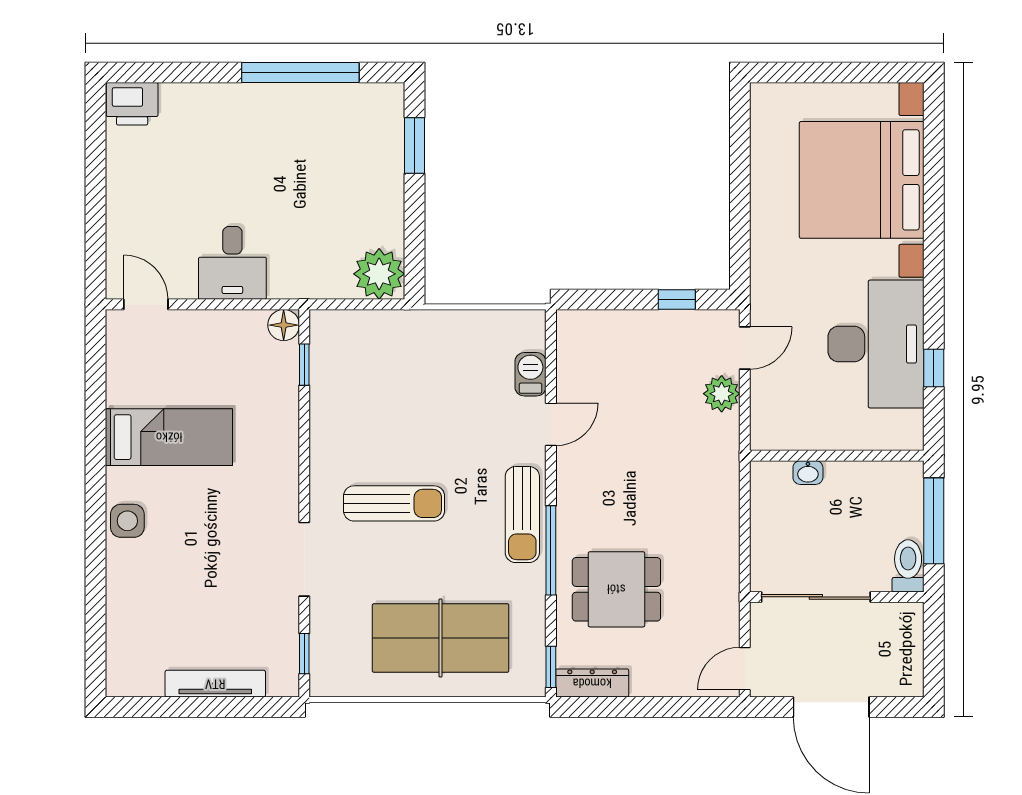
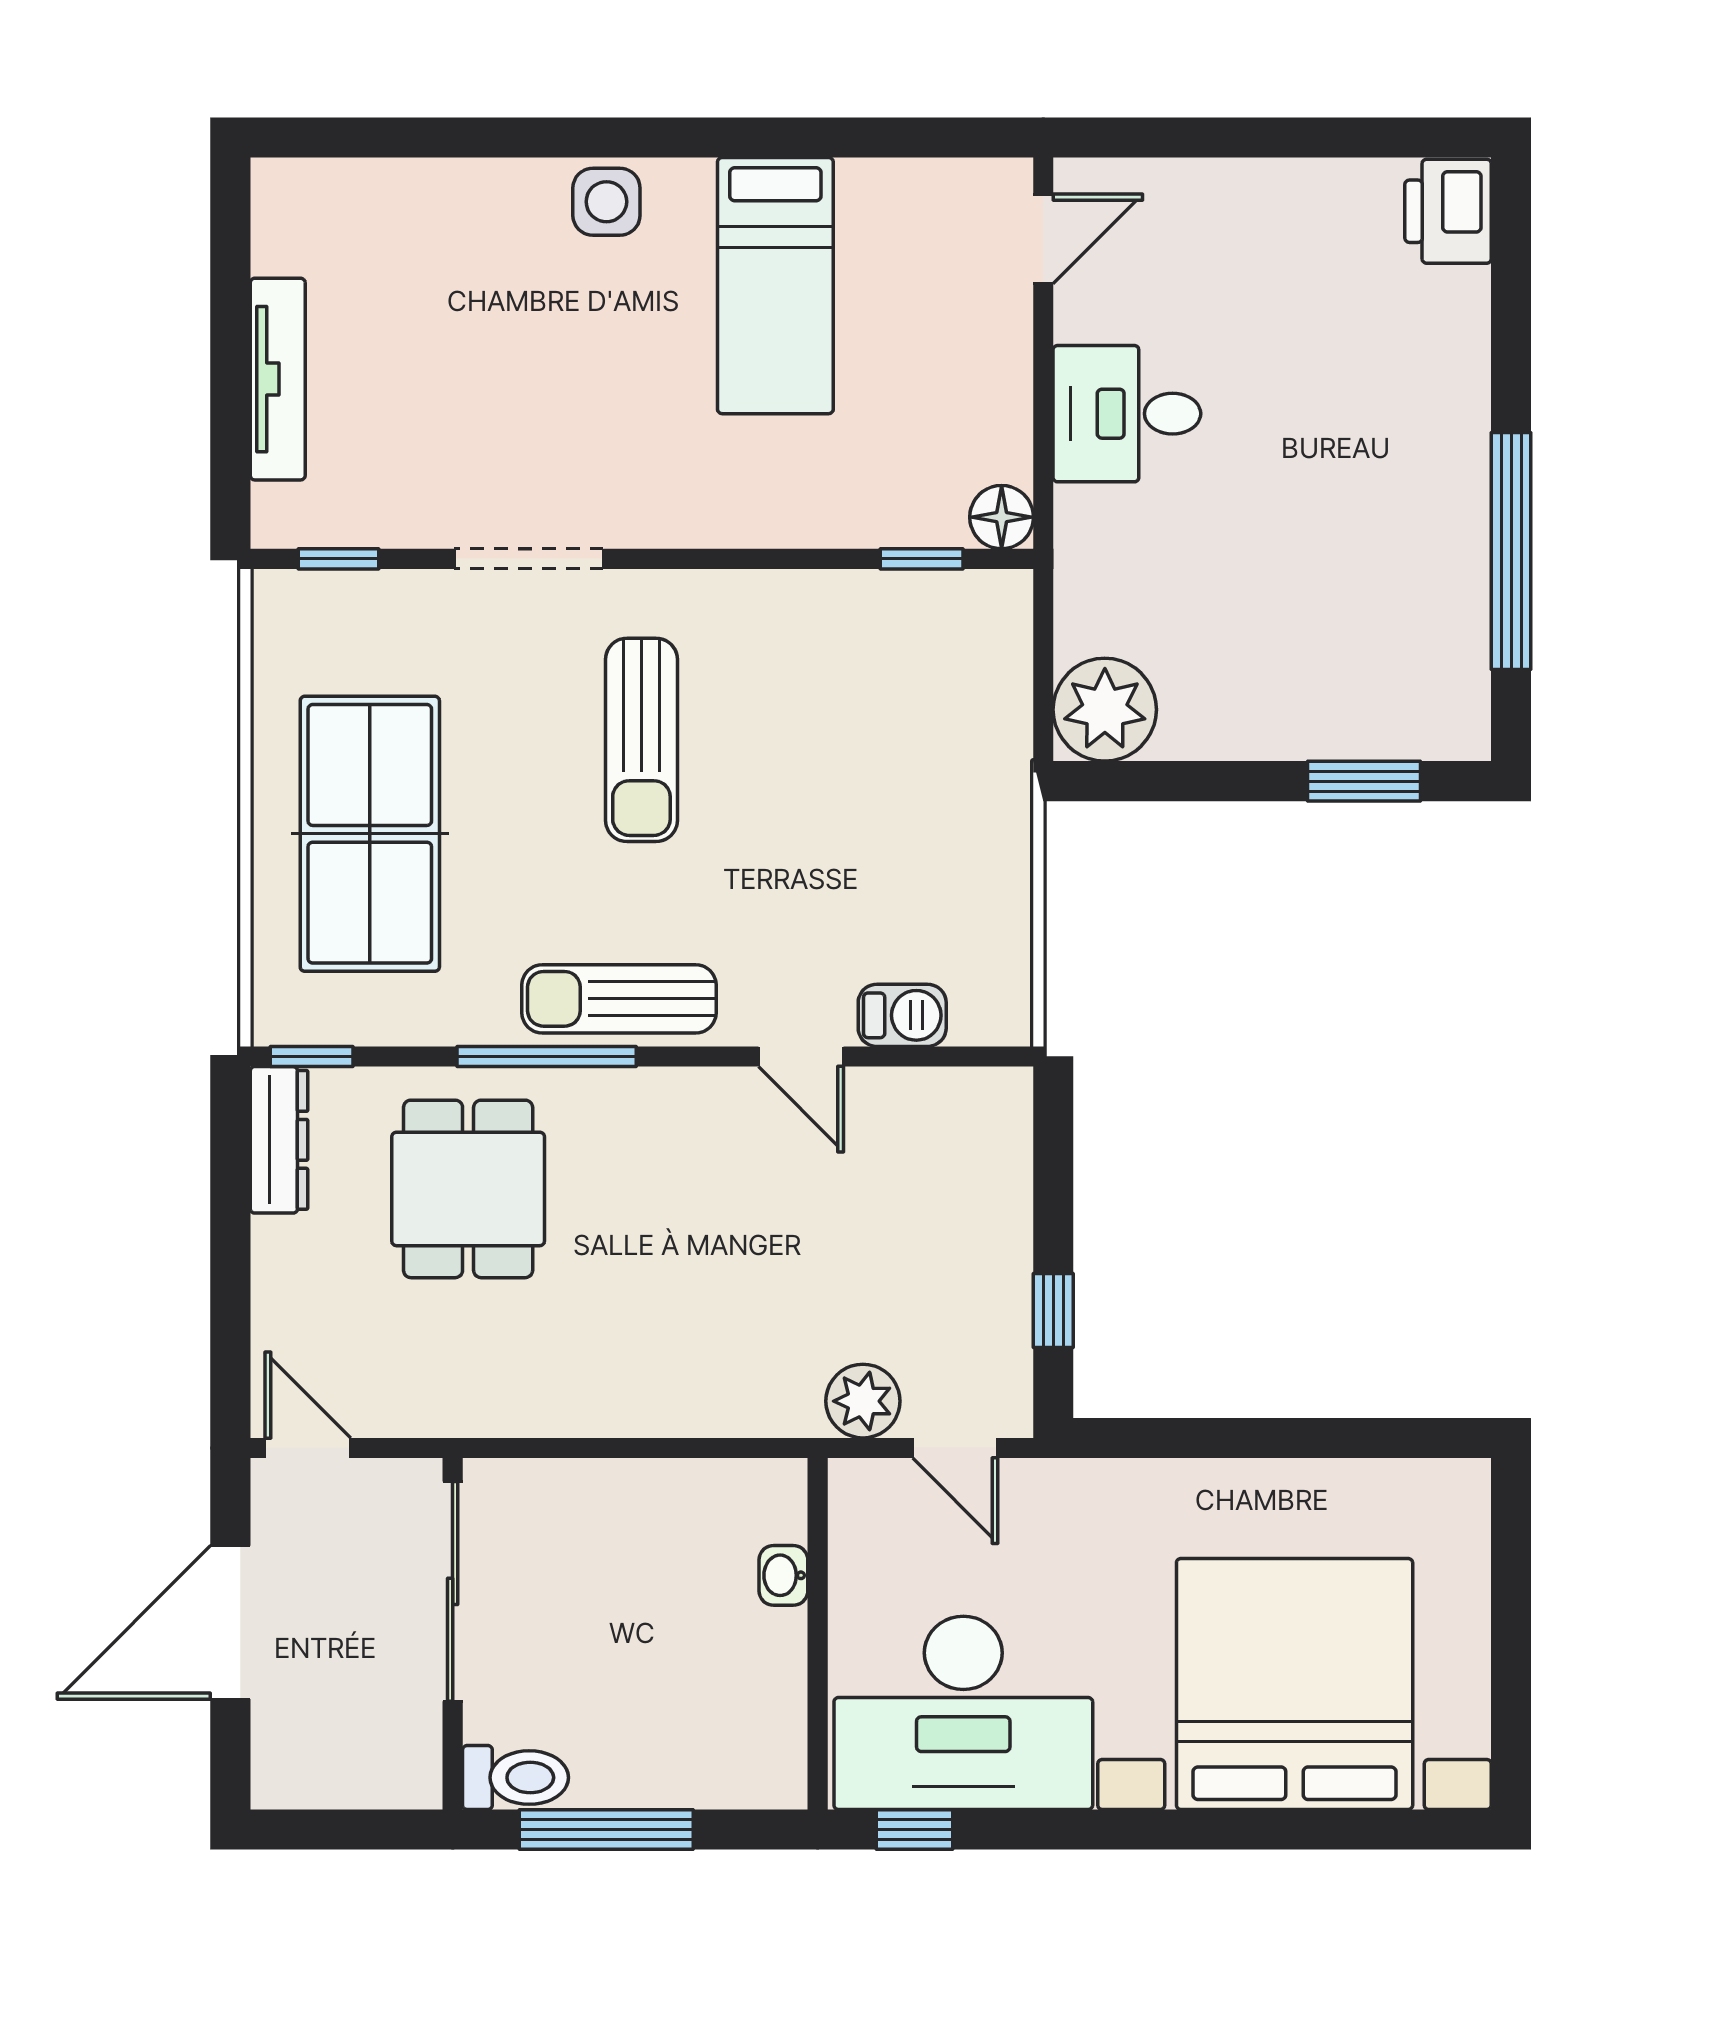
wall: (837, 456) -> (818, 1634), moved
washbasin: (808, 473) -> (783, 1575), moved

